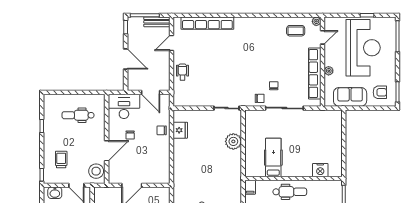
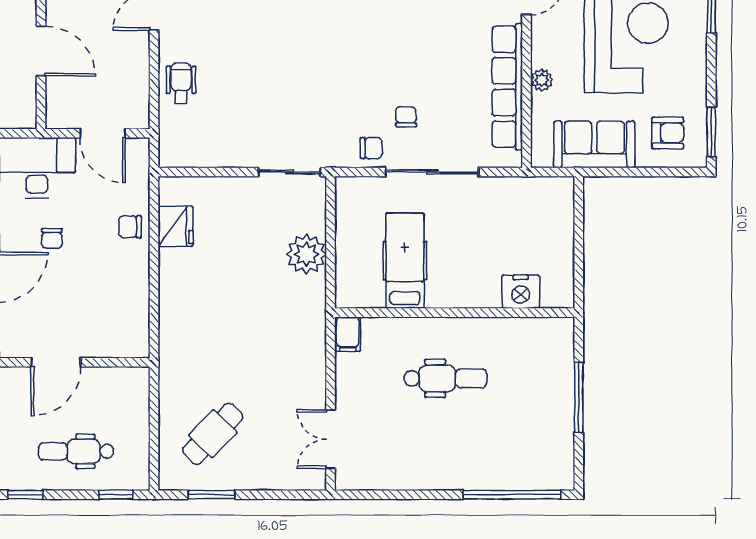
hospital bed: (273, 158) -> (405, 261), moved
nightstand: (320, 170) -> (521, 292), moved
wall: (293, 179) -> (455, 313), moved
filing cabinet: (250, 187) -> (348, 334), moved

